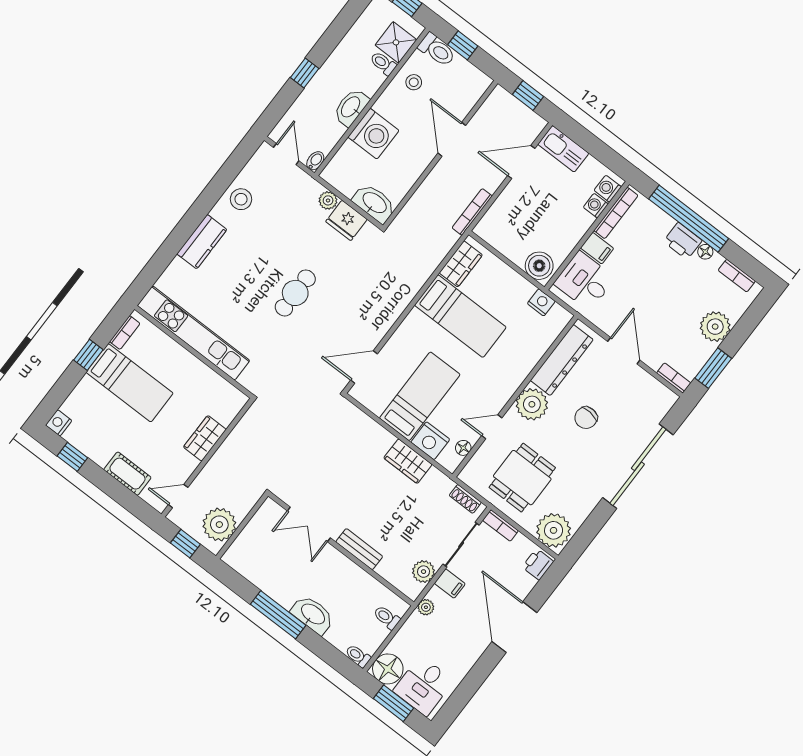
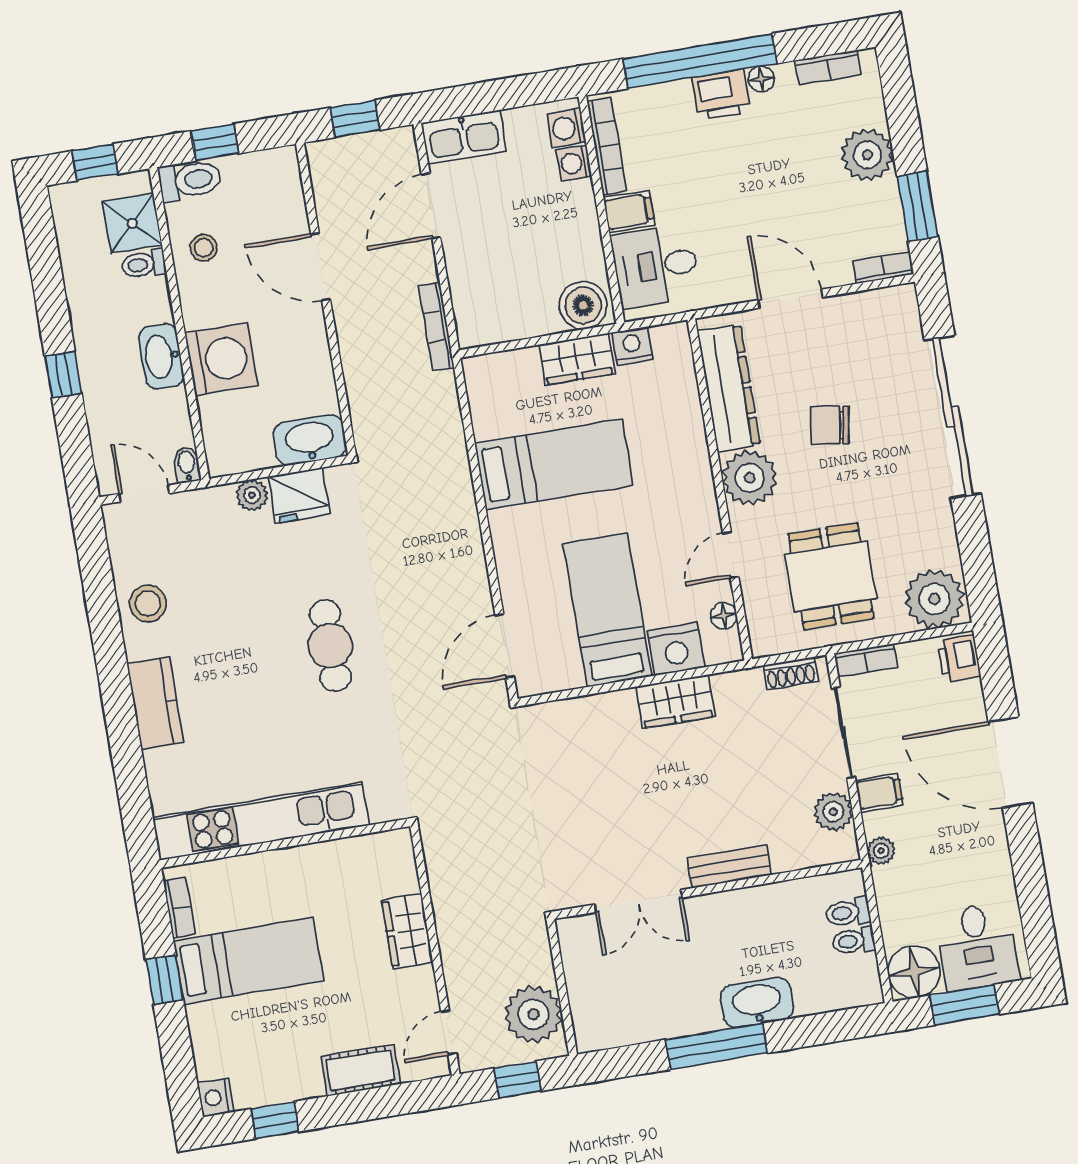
wardrobe: (461, 264) -> (577, 359), moved, turned 90
chair: (586, 418) -> (830, 425), turned 93
toilet: (358, 656) -> (854, 941), moved

